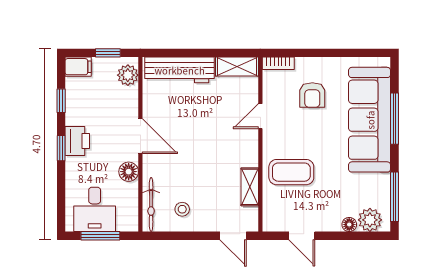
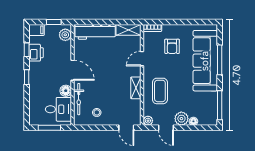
printer: (77, 141) -> (36, 53), moved
coffee table: (291, 172) -> (160, 91), turned 90
shelving: (250, 187) -> (136, 88), moved
bicycle: (151, 204) -> (79, 99), moved
desk: (95, 209) -> (58, 109), moved, turned -90
plant: (370, 220) -> (181, 119), moved
plant: (271, 223) -> (148, 121), added

